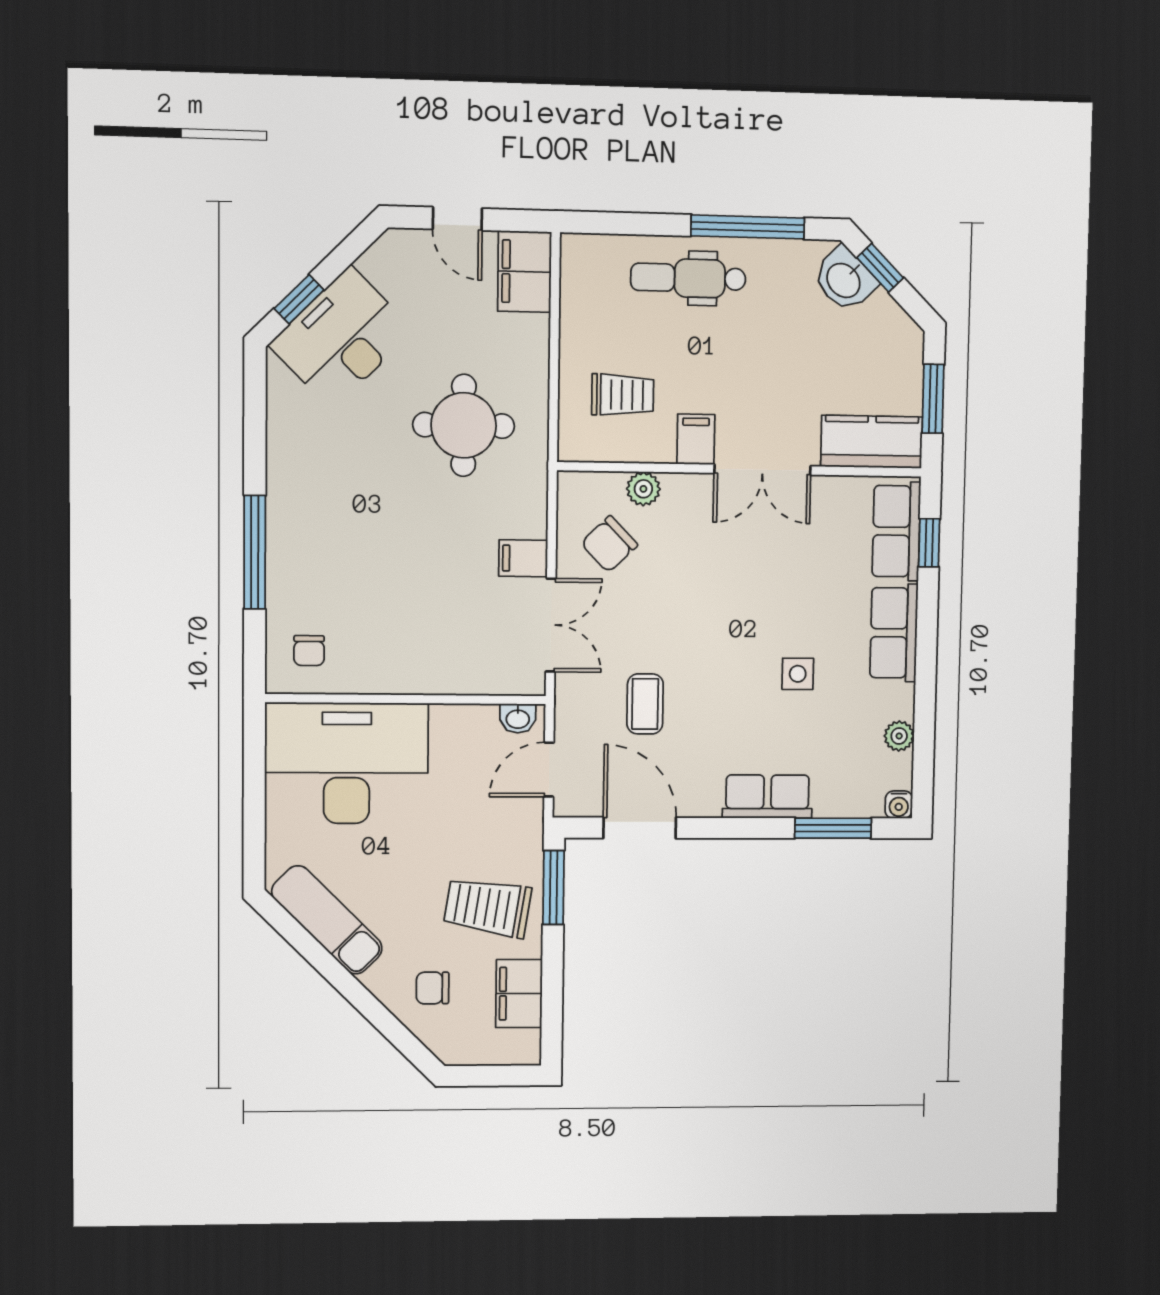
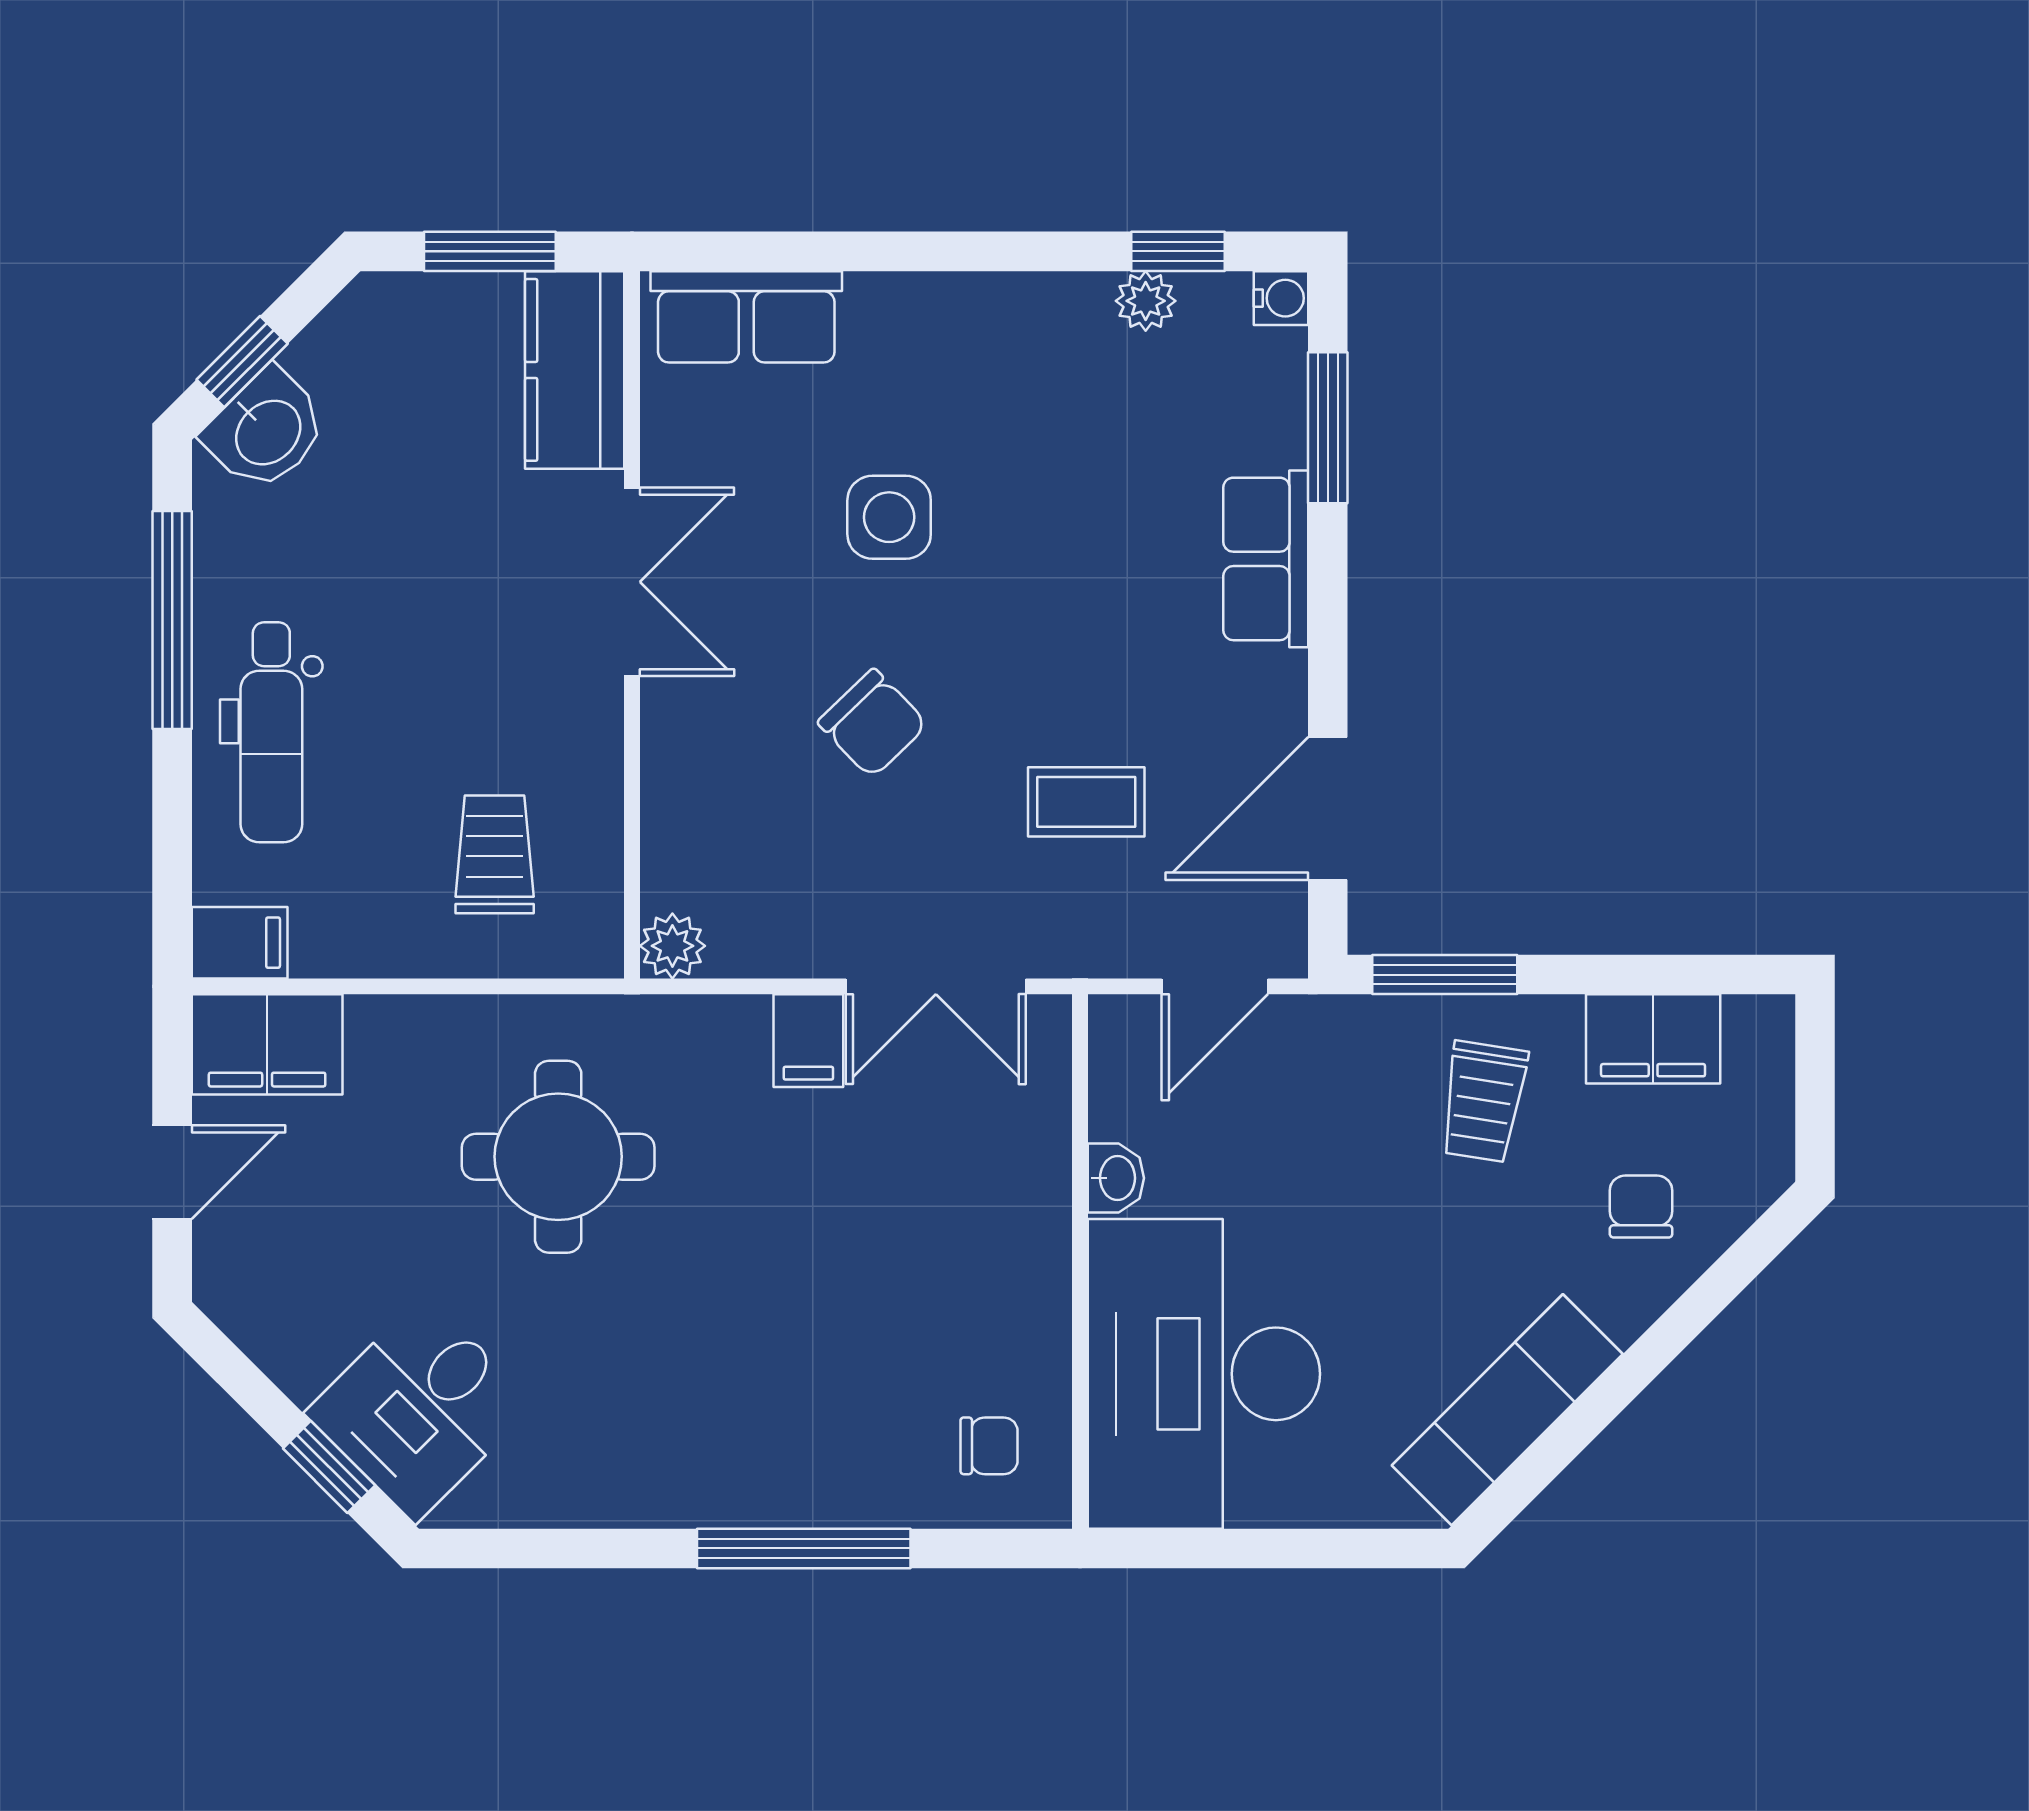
desk: (341, 338) -> (420, 1409), width x0.73
filing cabinet: (696, 439) -> (240, 943), moved, turned 180
plant: (643, 489) -> (672, 946), moved
window: (929, 543) -> (1178, 251), moved
chair: (609, 544) -> (873, 723), moved
double door: (551, 625) -> (936, 986), swing flipped
row of seats: (894, 633) -> (944, 317), removed
side table: (798, 674) -> (889, 517), moved, width x1.37, depth x1.37
washbasin: (518, 718) -> (1116, 1178), moved
door: (549, 770) -> (1215, 986), hinge flipped
trolley: (488, 907) -> (1483, 1102), width x0.73, depth x0.72
chair: (433, 988) -> (1641, 1206), turned 180

